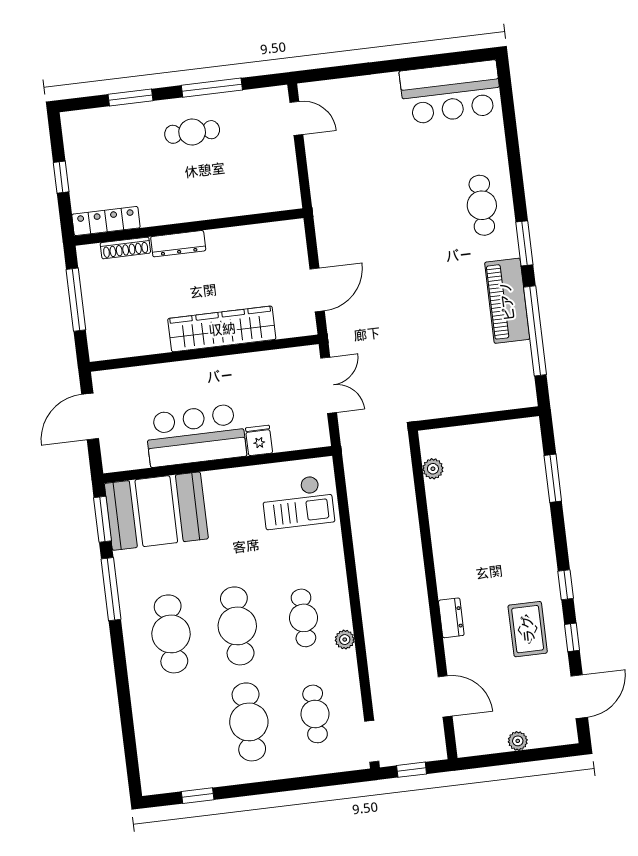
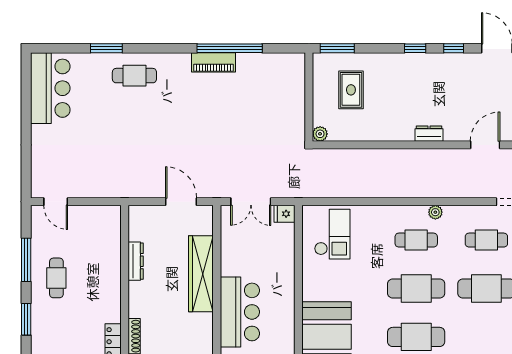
door: (296, 118) -> (56, 202), swing flipped
window: (524, 243) -> (106, 48), moved
dresser: (178, 244) -> (136, 261), moved
piano: (507, 301) -> (213, 62), width x0.73, depth x0.75
double door: (329, 385) -> (251, 202), swing flipped
wall: (478, 418) -> (309, 97), moved
bar counter: (196, 435) -> (240, 312), moved, turned 180
fridge: (259, 440) -> (284, 214), moved
rug: (528, 629) -> (351, 90), moved, turned 90

